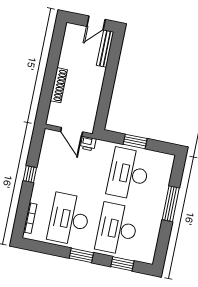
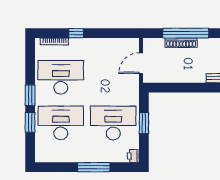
window: (50, 78) -> (186, 33), added
printer: (88, 143) -> (133, 156), moved
window: (30, 174) -> (76, 33), moved
window: (122, 264) -> (30, 122), moved

